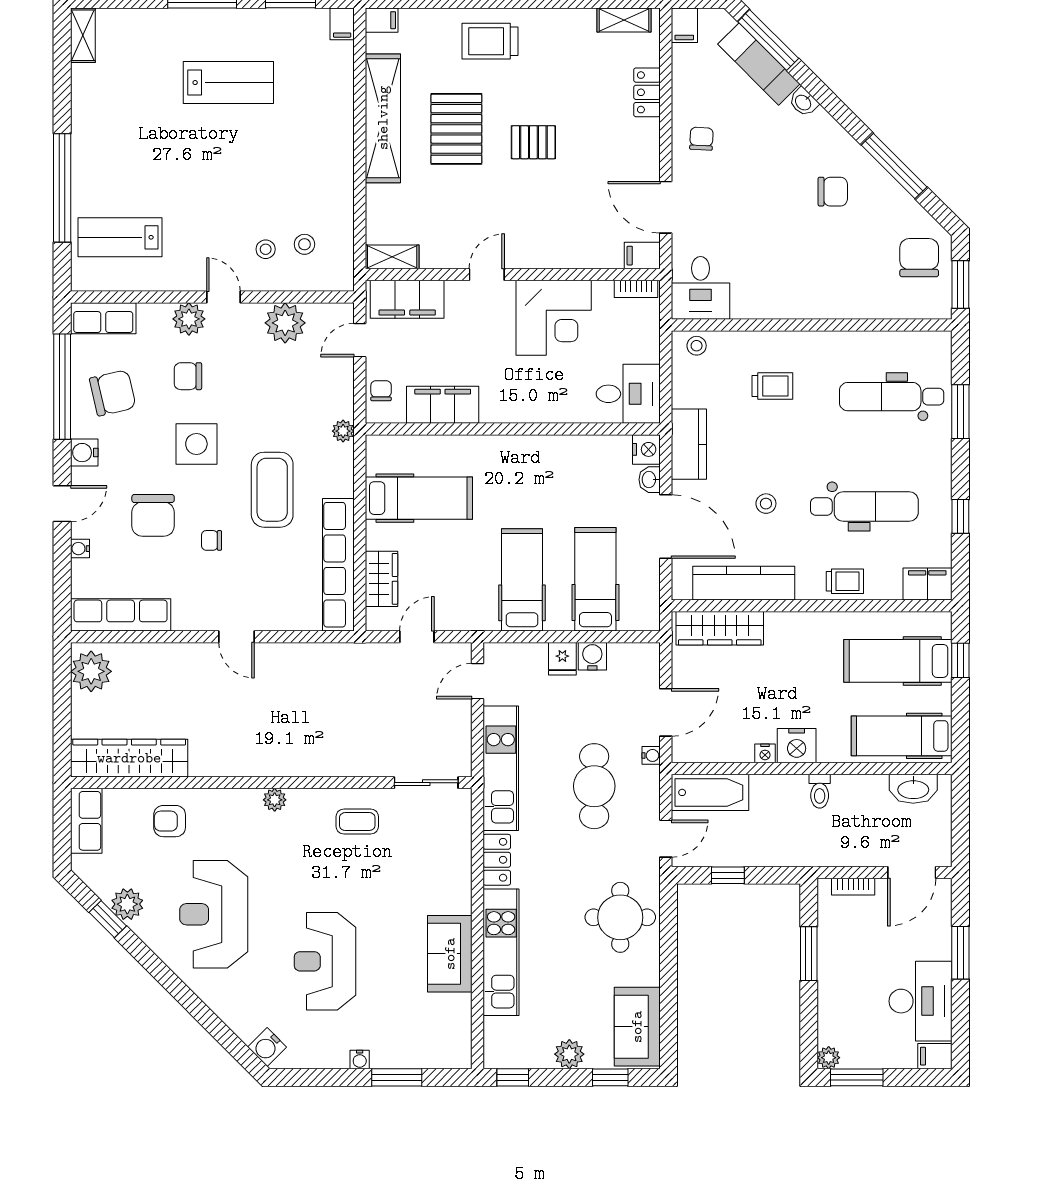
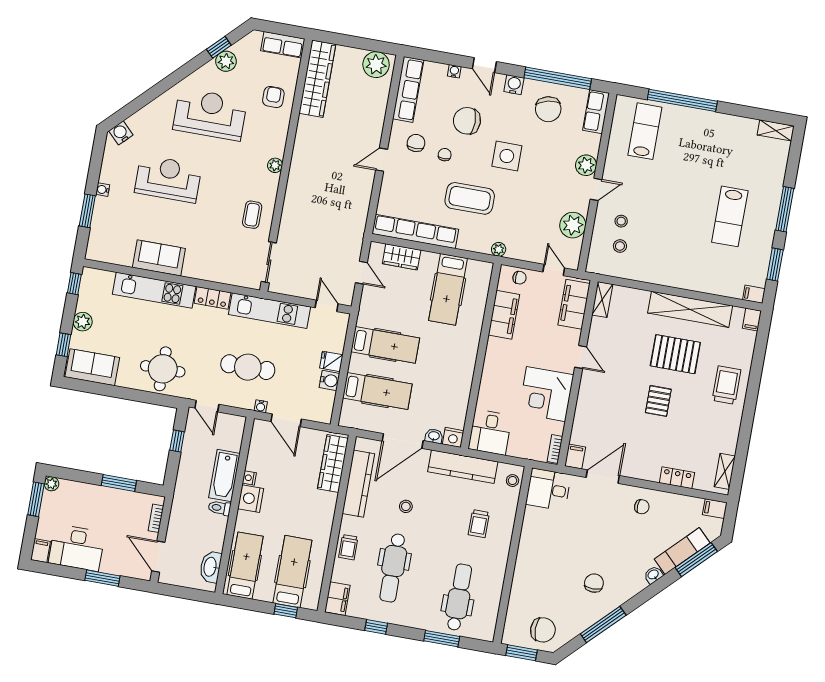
chair: (833, 192) -> (594, 583), turned 180
chair: (188, 376) -> (416, 143), moved
kitchen counter: (689, 444) -> (463, 467), width x1.50
bathtub: (710, 792) -> (224, 476), moved

